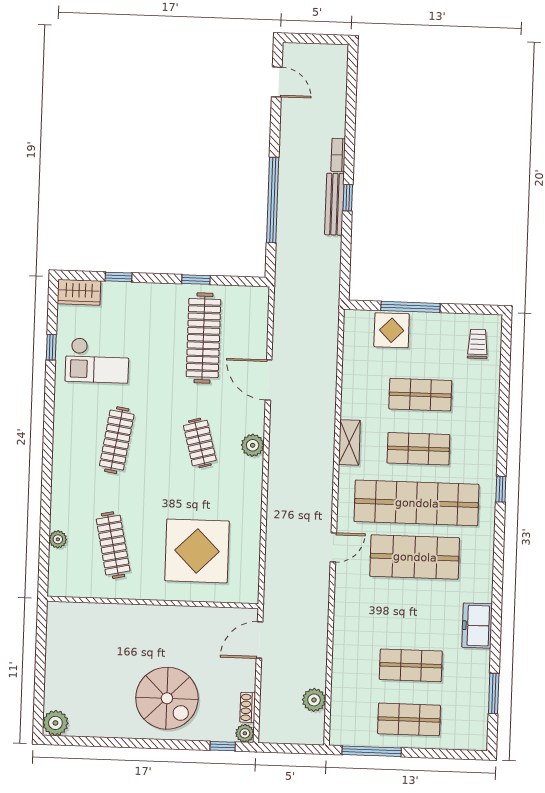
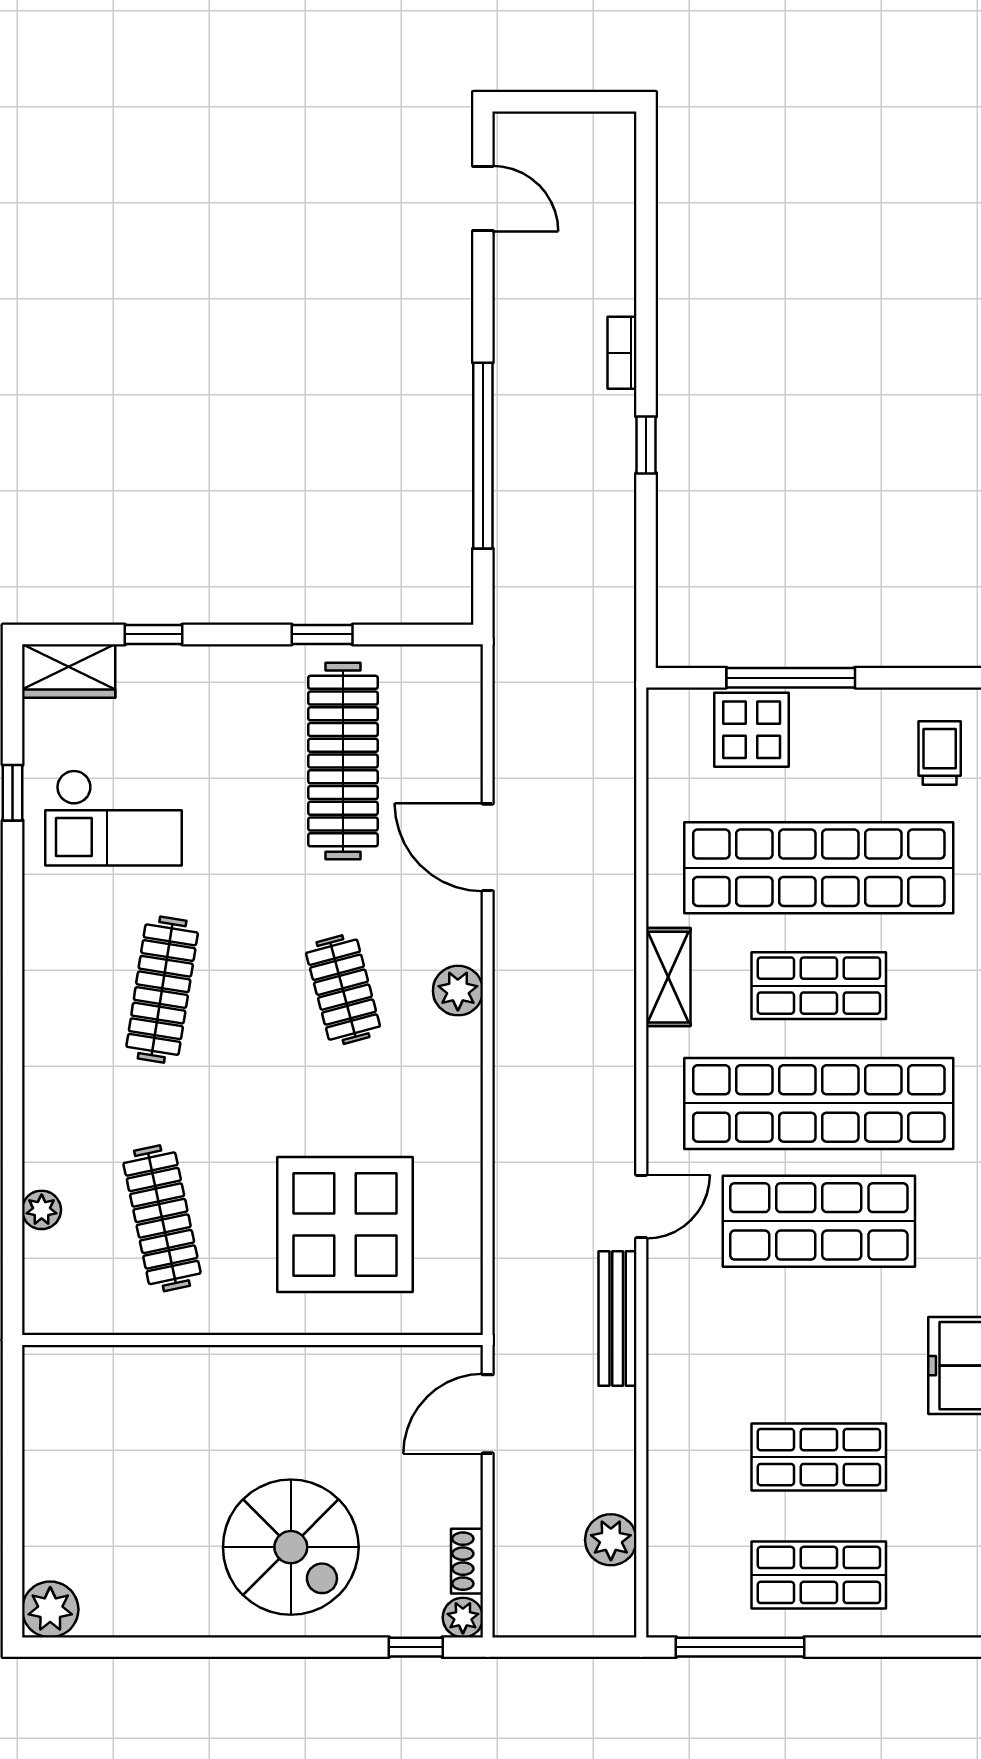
bench: (334, 204) -> (618, 1319), moved
shop shelf: (420, 395) -> (819, 868), width x2.00, depth x1.36

